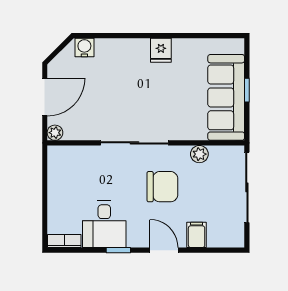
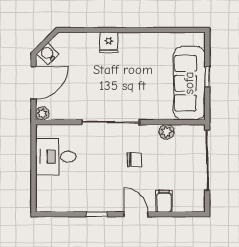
water cooler: (84, 47) -> (48, 54), moved, turned -45
fridge: (161, 50) -> (109, 43), moved
chair: (162, 187) -> (135, 160), width x0.54, depth x0.54
desk: (104, 224) -> (56, 157), moved, turned 90
bookcase: (64, 241) -> (50, 206), removed

